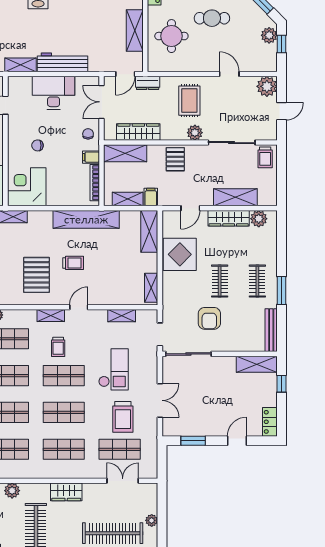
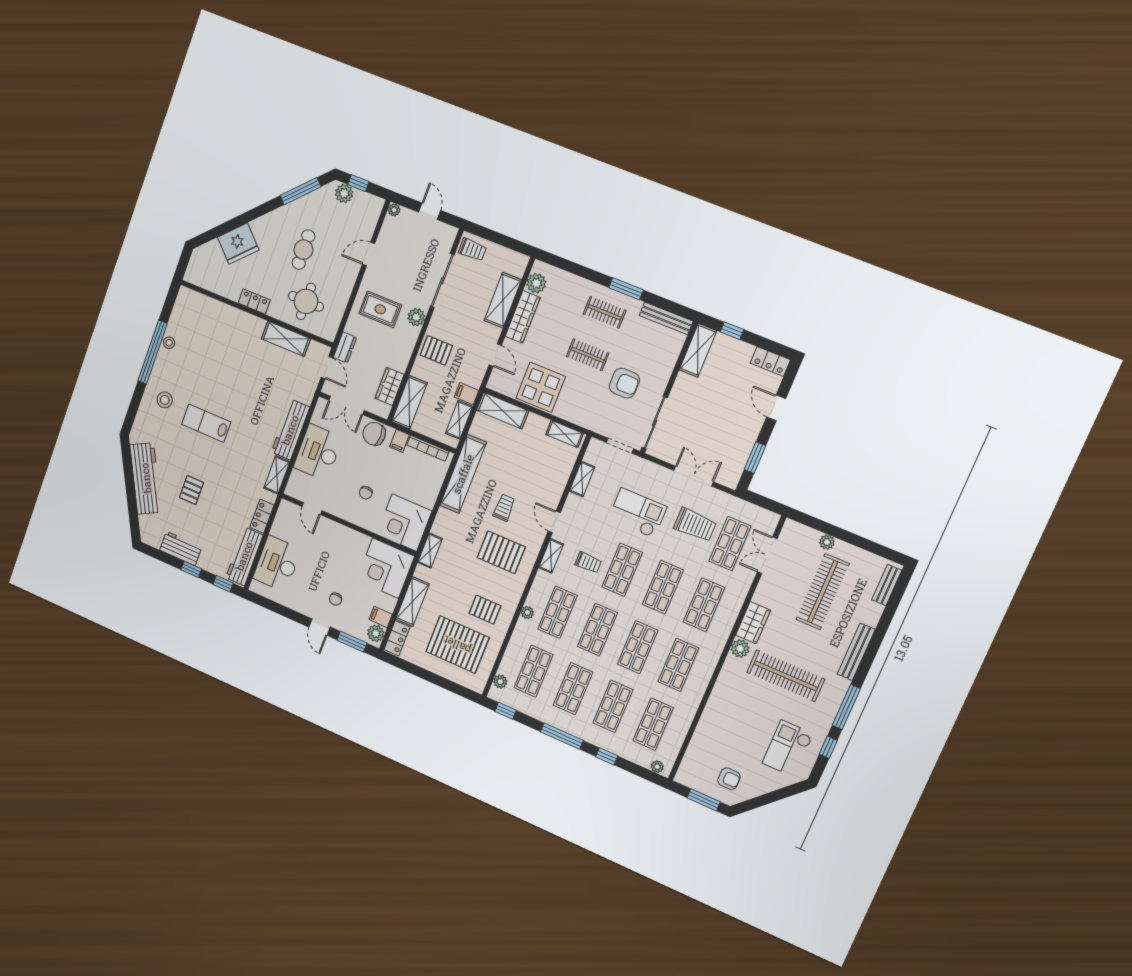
plant: (267, 86) -> (394, 210), width x0.53, depth x0.53
wardrobe: (138, 132) -> (390, 386), width x0.67
chair: (88, 134) -> (374, 434), width x1.87, depth x1.87
plant: (12, 491) -> (740, 648), moved

